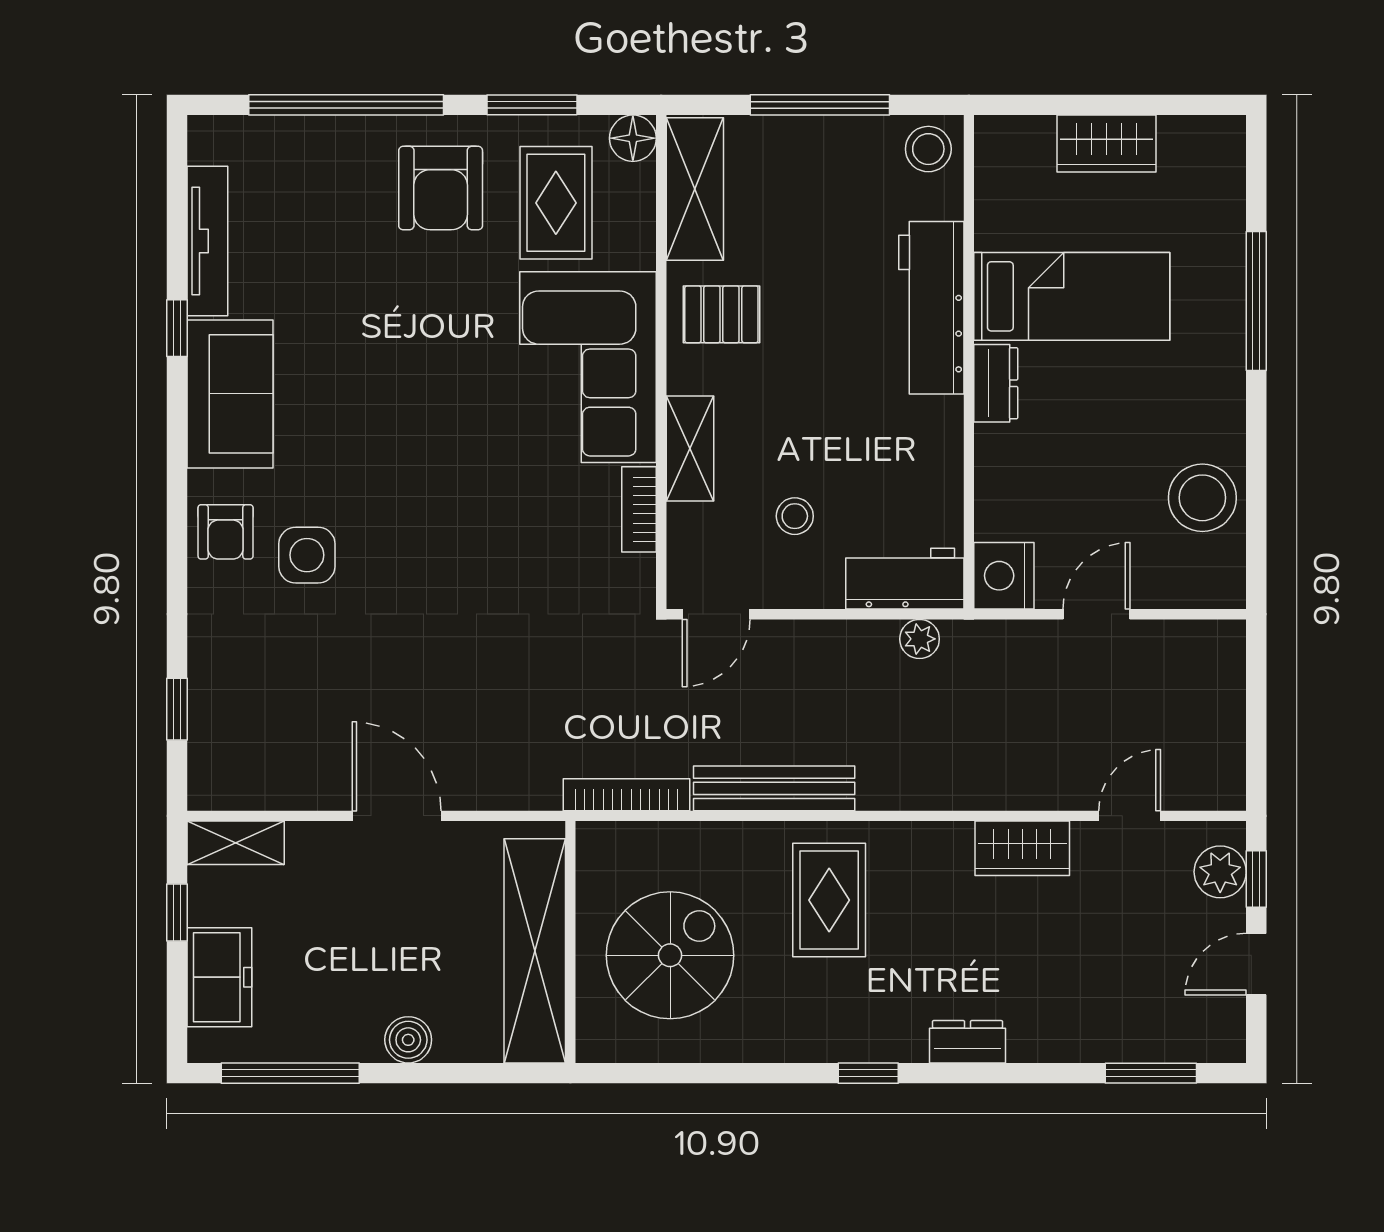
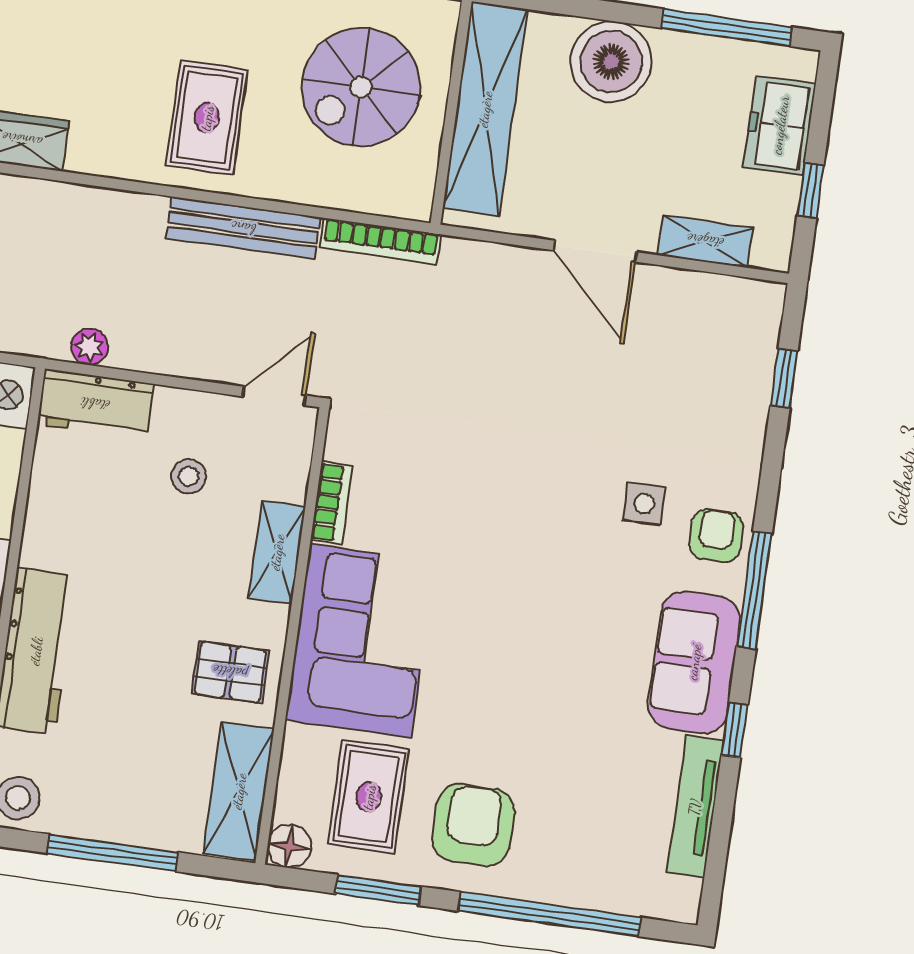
window: (177, 480) -> (754, 590), added
side table: (307, 555) -> (644, 504), width x0.73, depth x0.73
shelving: (236, 843) -> (705, 241), moved
boiler: (408, 1040) -> (611, 62), width x1.86, depth x1.86

